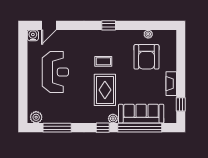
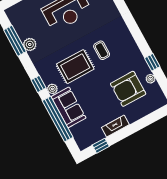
window: (109, 25) -> (152, 62), moved
sofa: (141, 114) -> (68, 107), width x0.73
plant: (36, 117) -> (30, 44), moved

